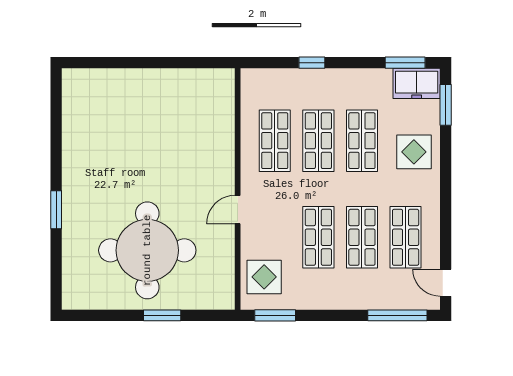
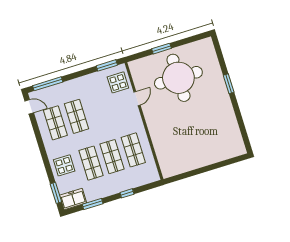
window: (405, 63) -> (93, 204), moved
door: (238, 210) -> (137, 99), moved
shop shelf: (318, 237) -> (98, 110), removed

